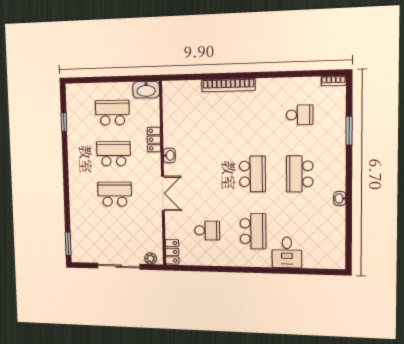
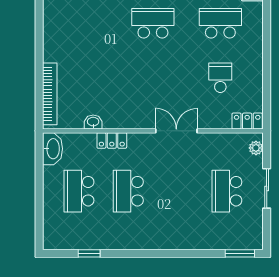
bookcase: (228, 85) -> (50, 94), moved
washbasin: (169, 155) -> (93, 122), moved
school desk: (115, 194) -> (227, 191), moved
sliding door: (119, 266) -> (267, 188), width x0.73

